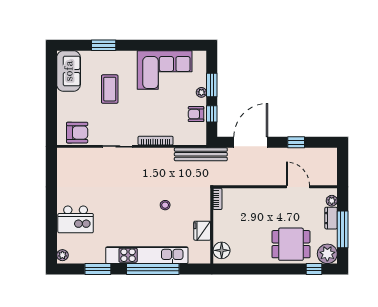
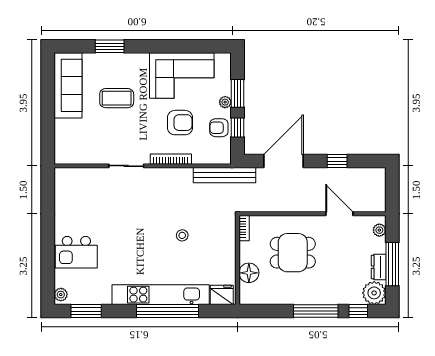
sofa: (69, 71) -> (68, 85), width x1.36
coffee table: (110, 89) -> (117, 98), turned 90
armchair: (77, 133) -> (180, 123), moved
dresser: (331, 218) -> (379, 267), moved
fridge: (202, 231) -> (222, 295), moved, turned 90
dining table: (291, 244) -> (293, 253), moved
floor lamp: (222, 250) -> (249, 273), moved
window: (98, 269) -> (86, 311), moved
window: (278, 269) -> (316, 311), added

